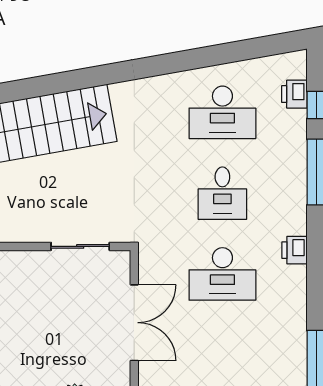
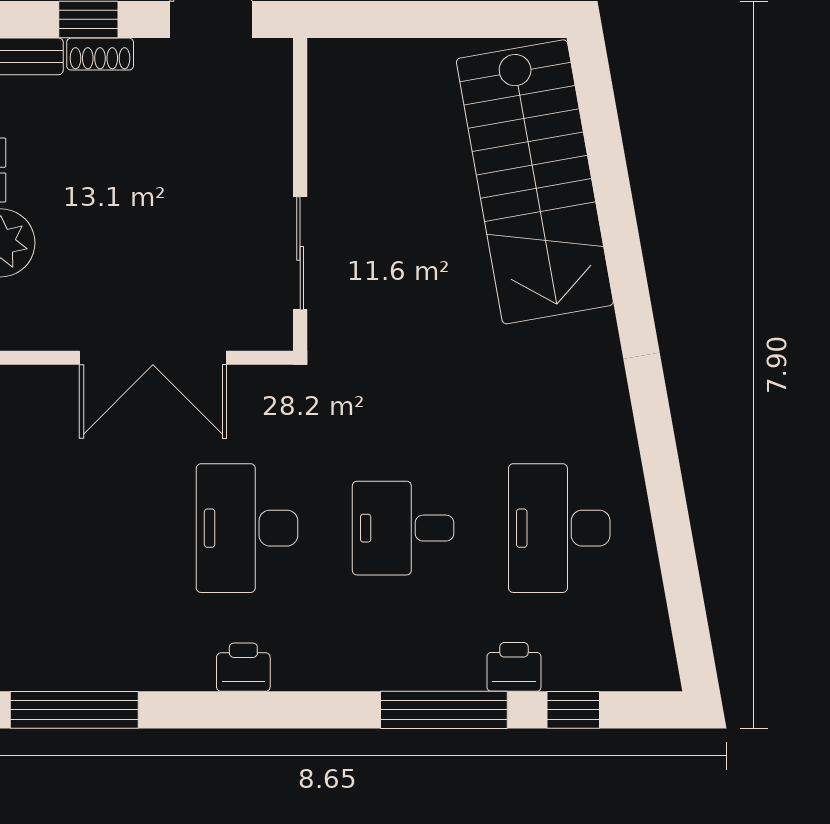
printer: (294, 94) -> (514, 667), moved
printer: (294, 250) -> (243, 667), moved

